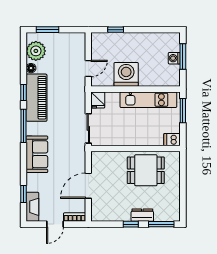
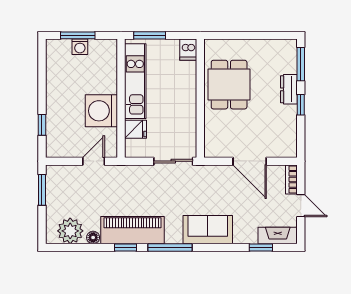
window: (48, 30) -> (42, 190), moved
door: (88, 68) -> (94, 161), hinge flipped
fridge: (98, 100) -> (136, 129), moved

